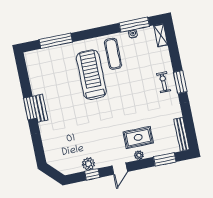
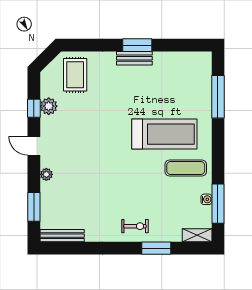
window: (180, 82) -> (156, 248), moved
rug: (138, 137) -> (75, 75), moved

